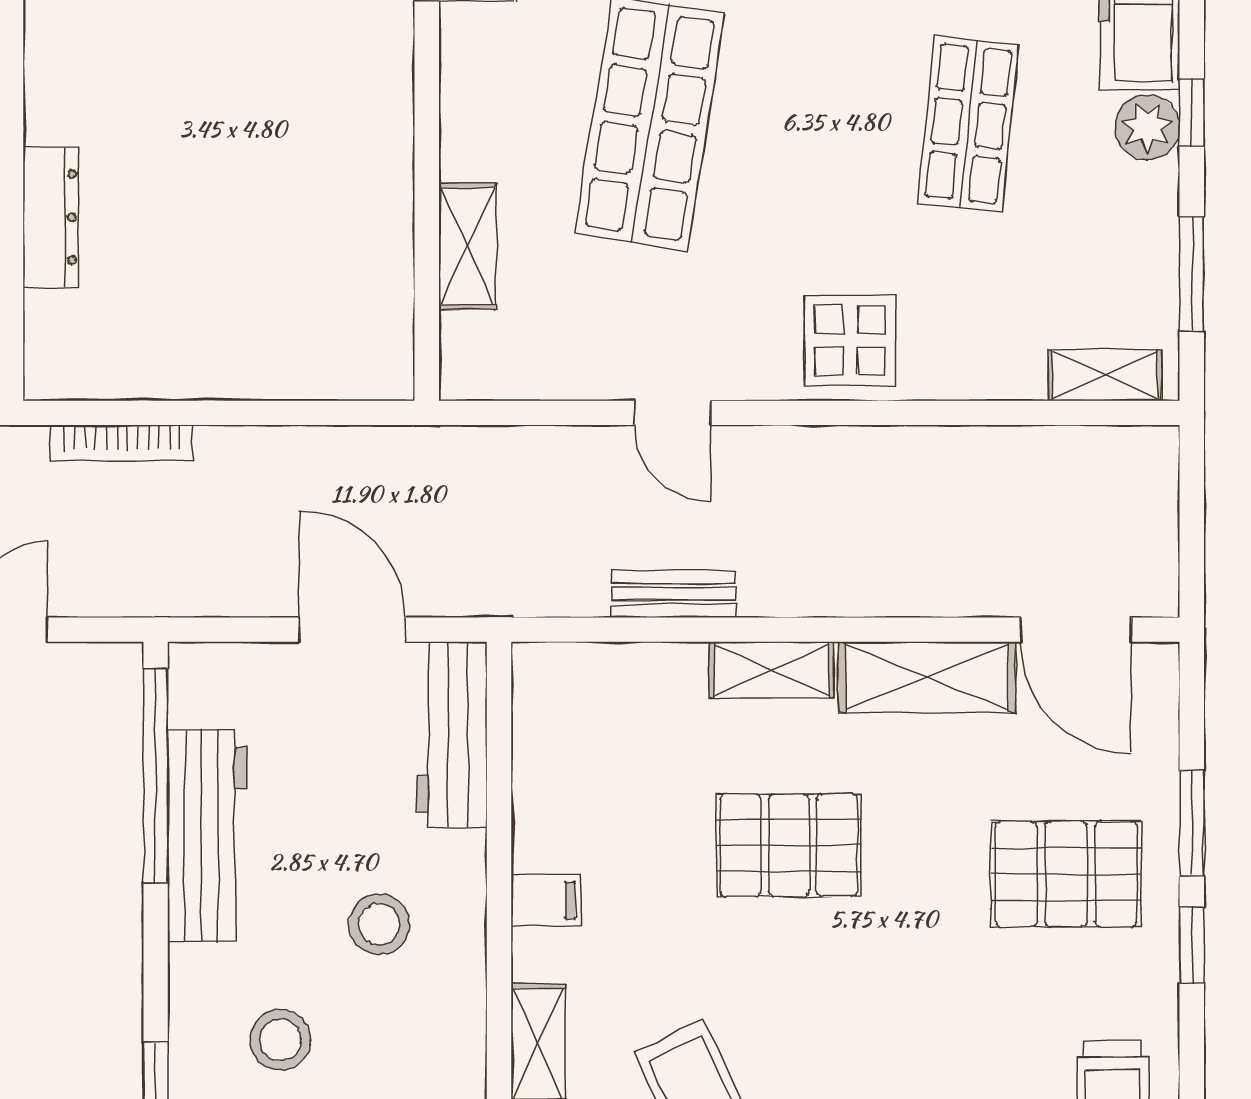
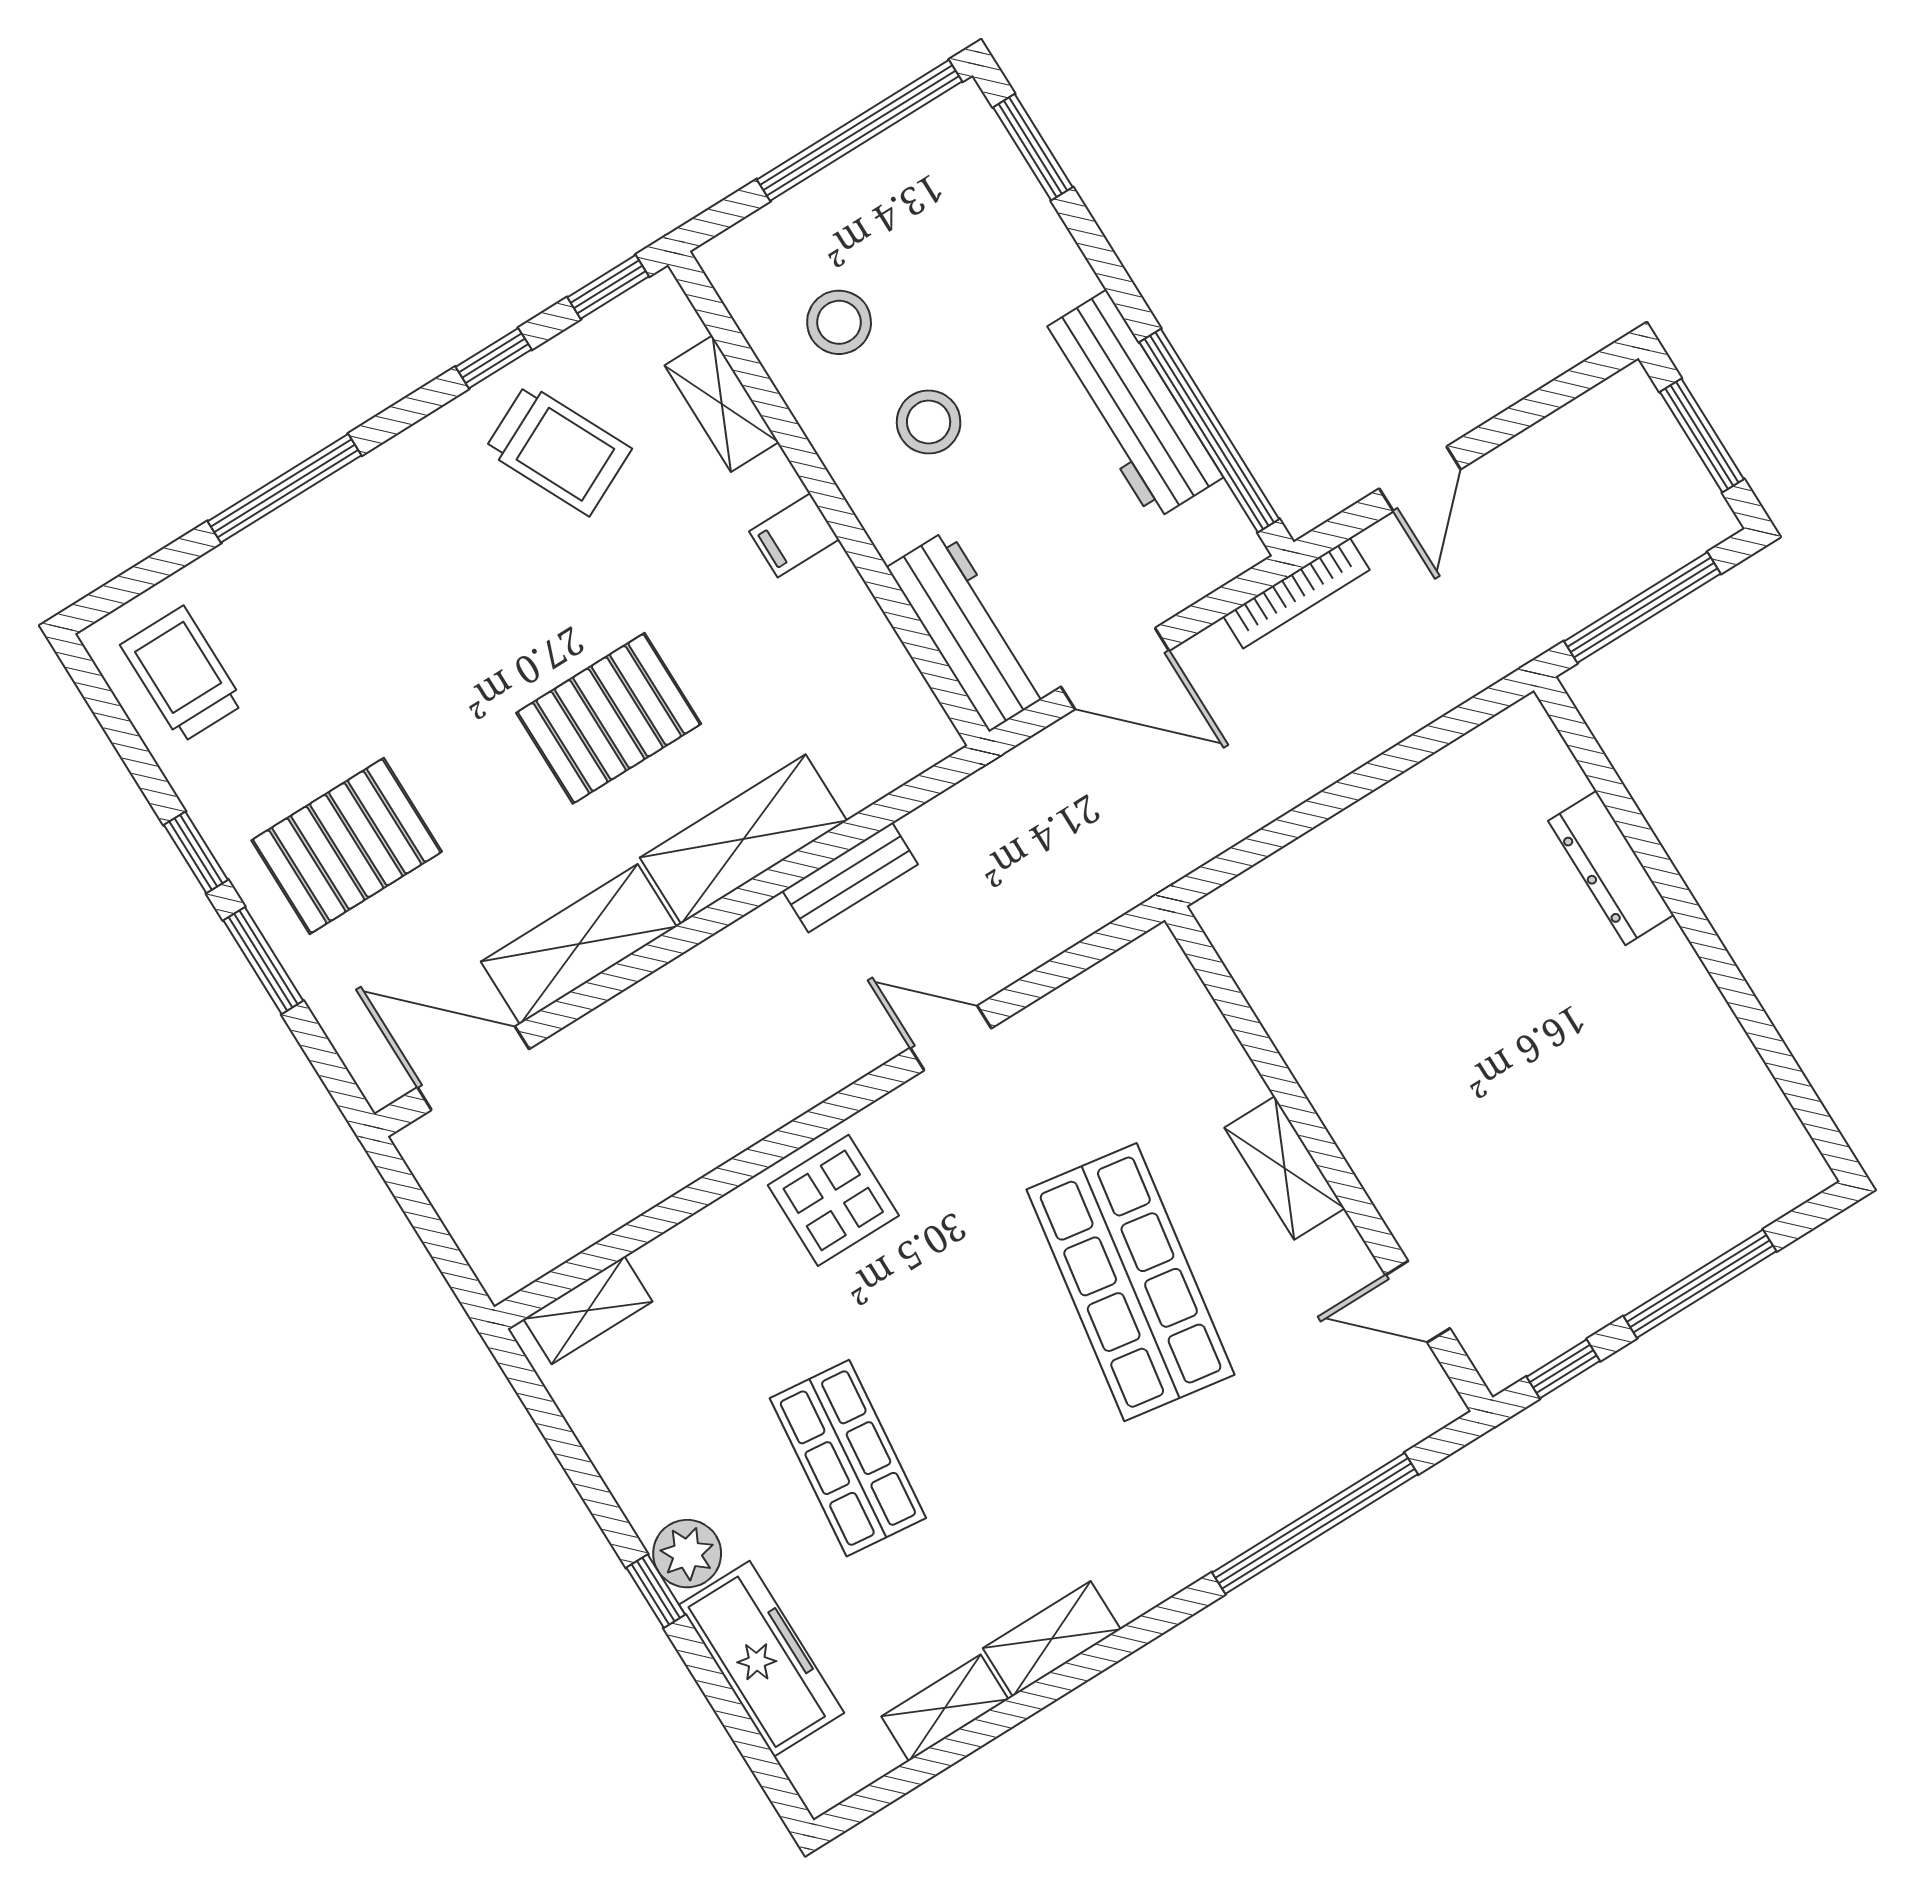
shelving: (467, 246) -> (1285, 1168), moved
window: (1192, 274) -> (567, 1448), removed
bookcase: (122, 443) -> (1296, 593), moved, turned 180
shelving: (772, 670) -> (743, 839), width x1.50, depth x1.33
stool: (280, 1040) -> (839, 322), moved

